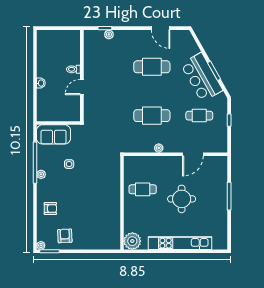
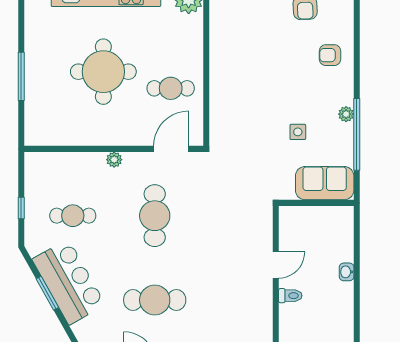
cafe table: (152, 116) -> (155, 216), turned 90
plant: (159, 148) -> (114, 160), moved
door: (193, 154) -> (171, 149), moved
round table: (182, 199) -> (103, 72), width x1.36, depth x1.36

